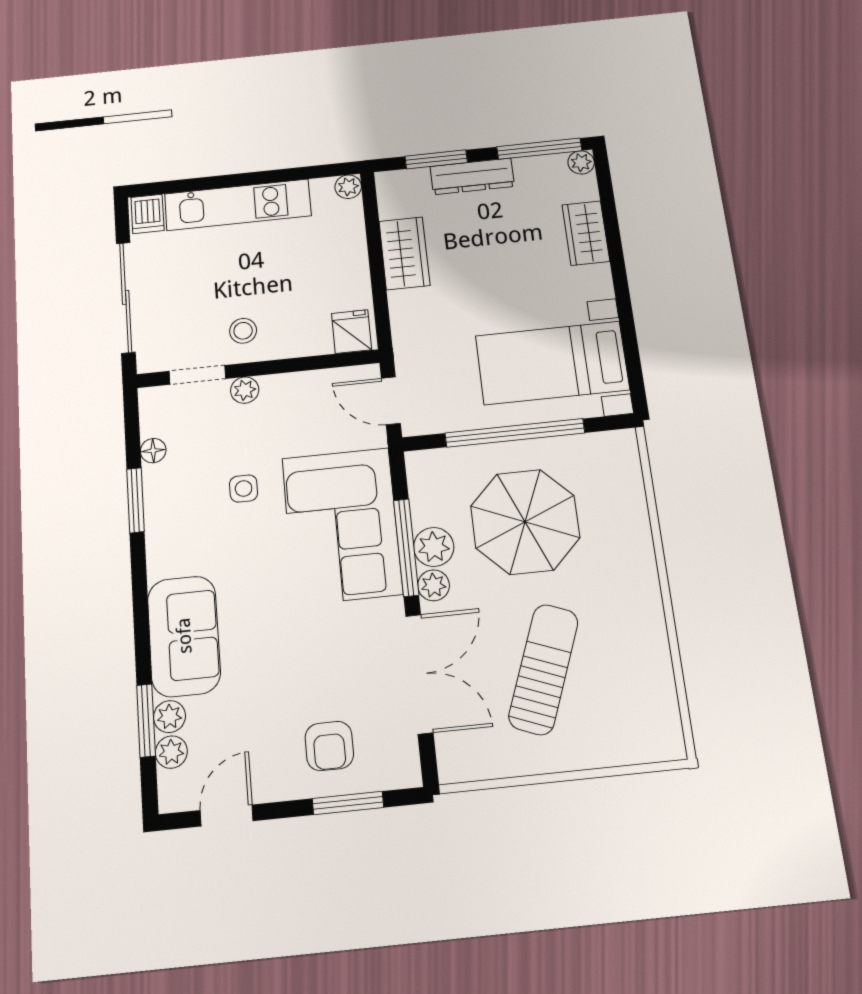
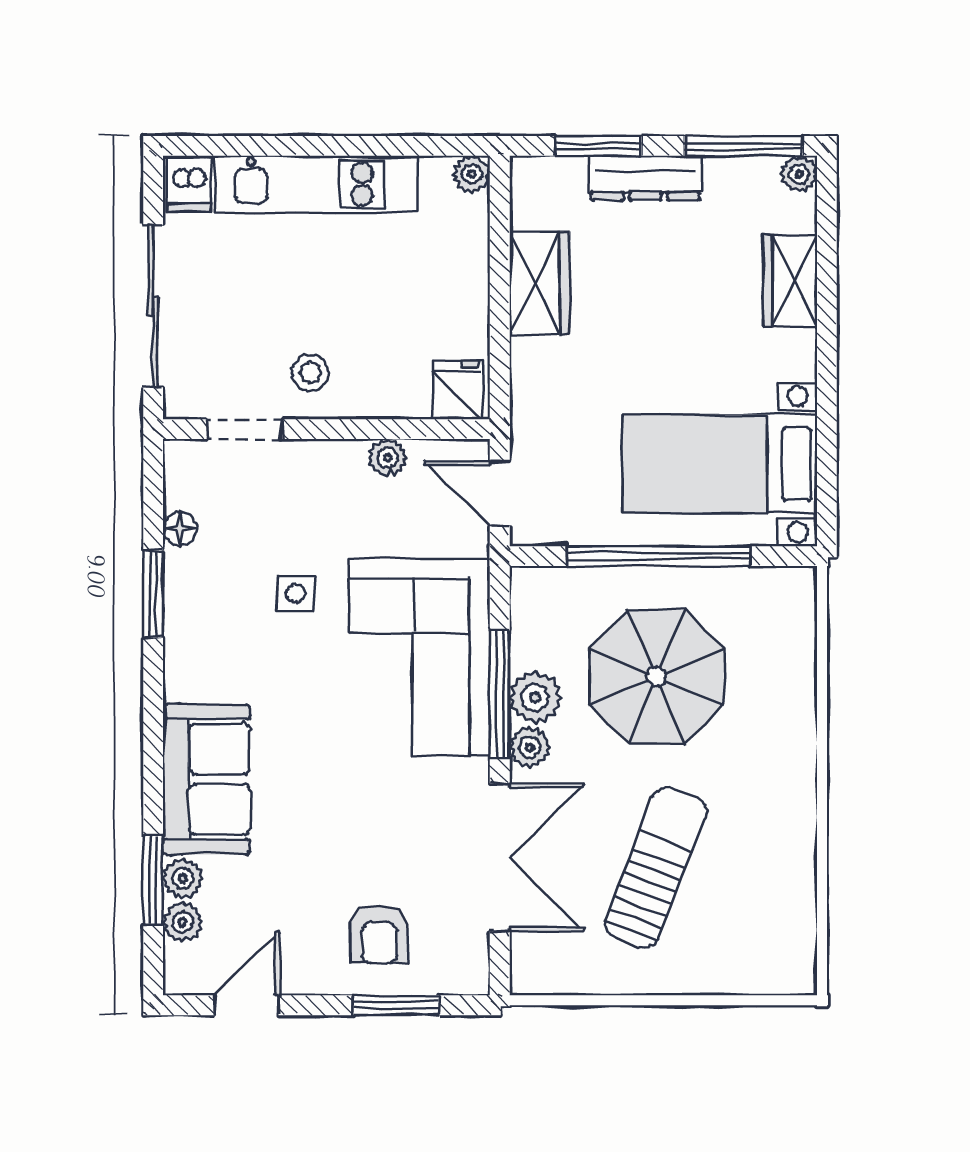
plant: (245, 390) -> (388, 458), moved

